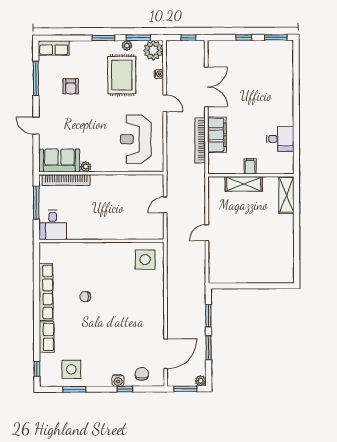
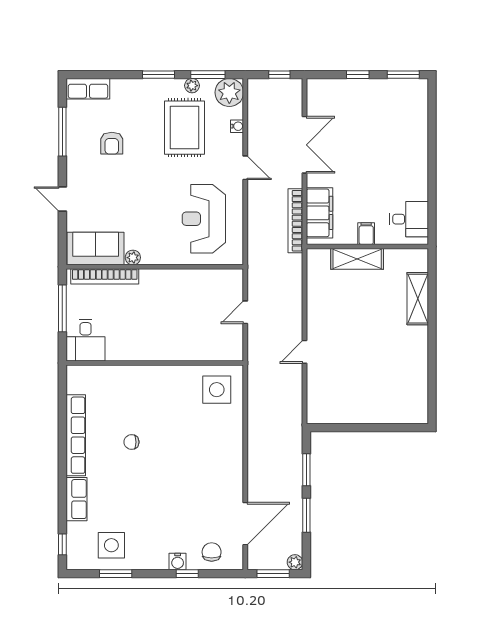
filing cabinet: (250, 166) -> (366, 234), moved
wall: (251, 175) -> (367, 246), moved
shelving: (244, 184) -> (357, 259), moved

